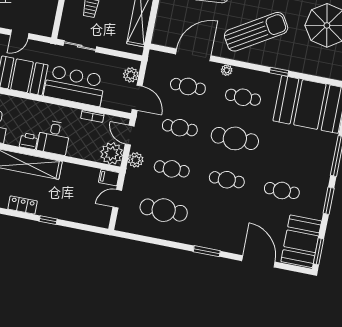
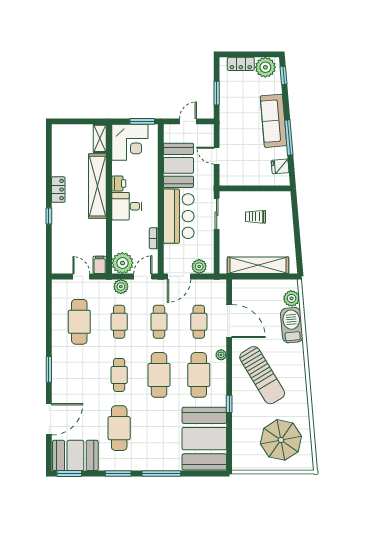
cafe table: (243, 97) -> (199, 375), width x1.37, depth x1.35
cafe table: (282, 190) -> (119, 428), width x1.37, depth x1.35

